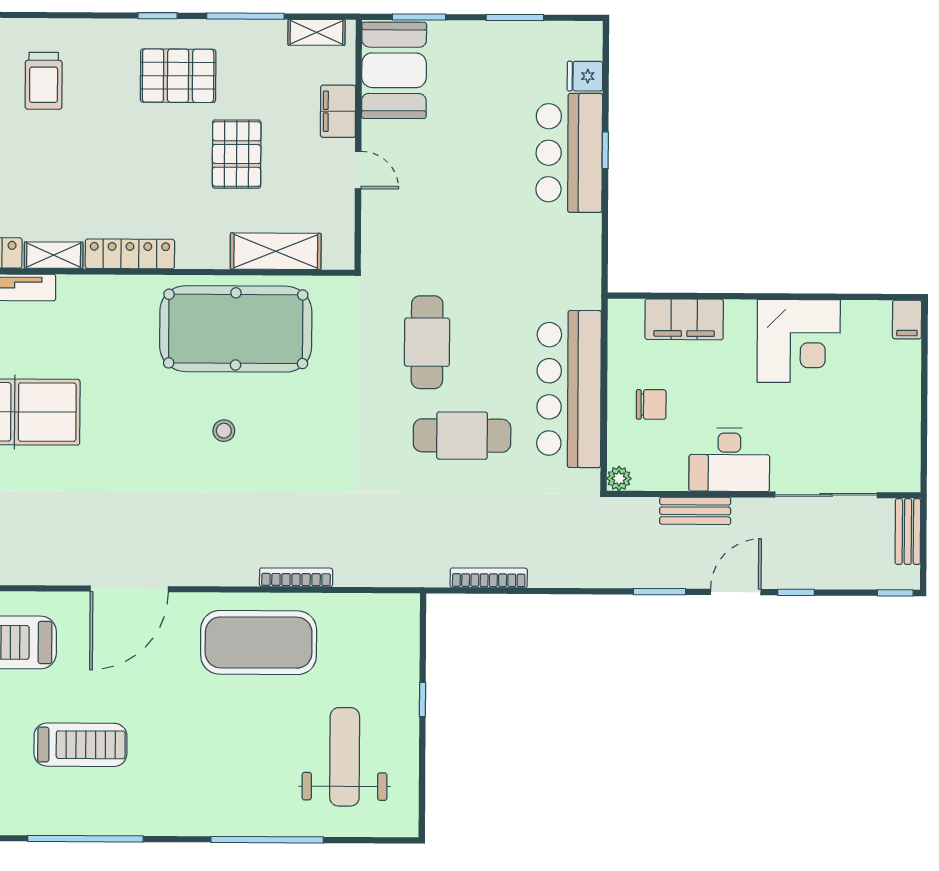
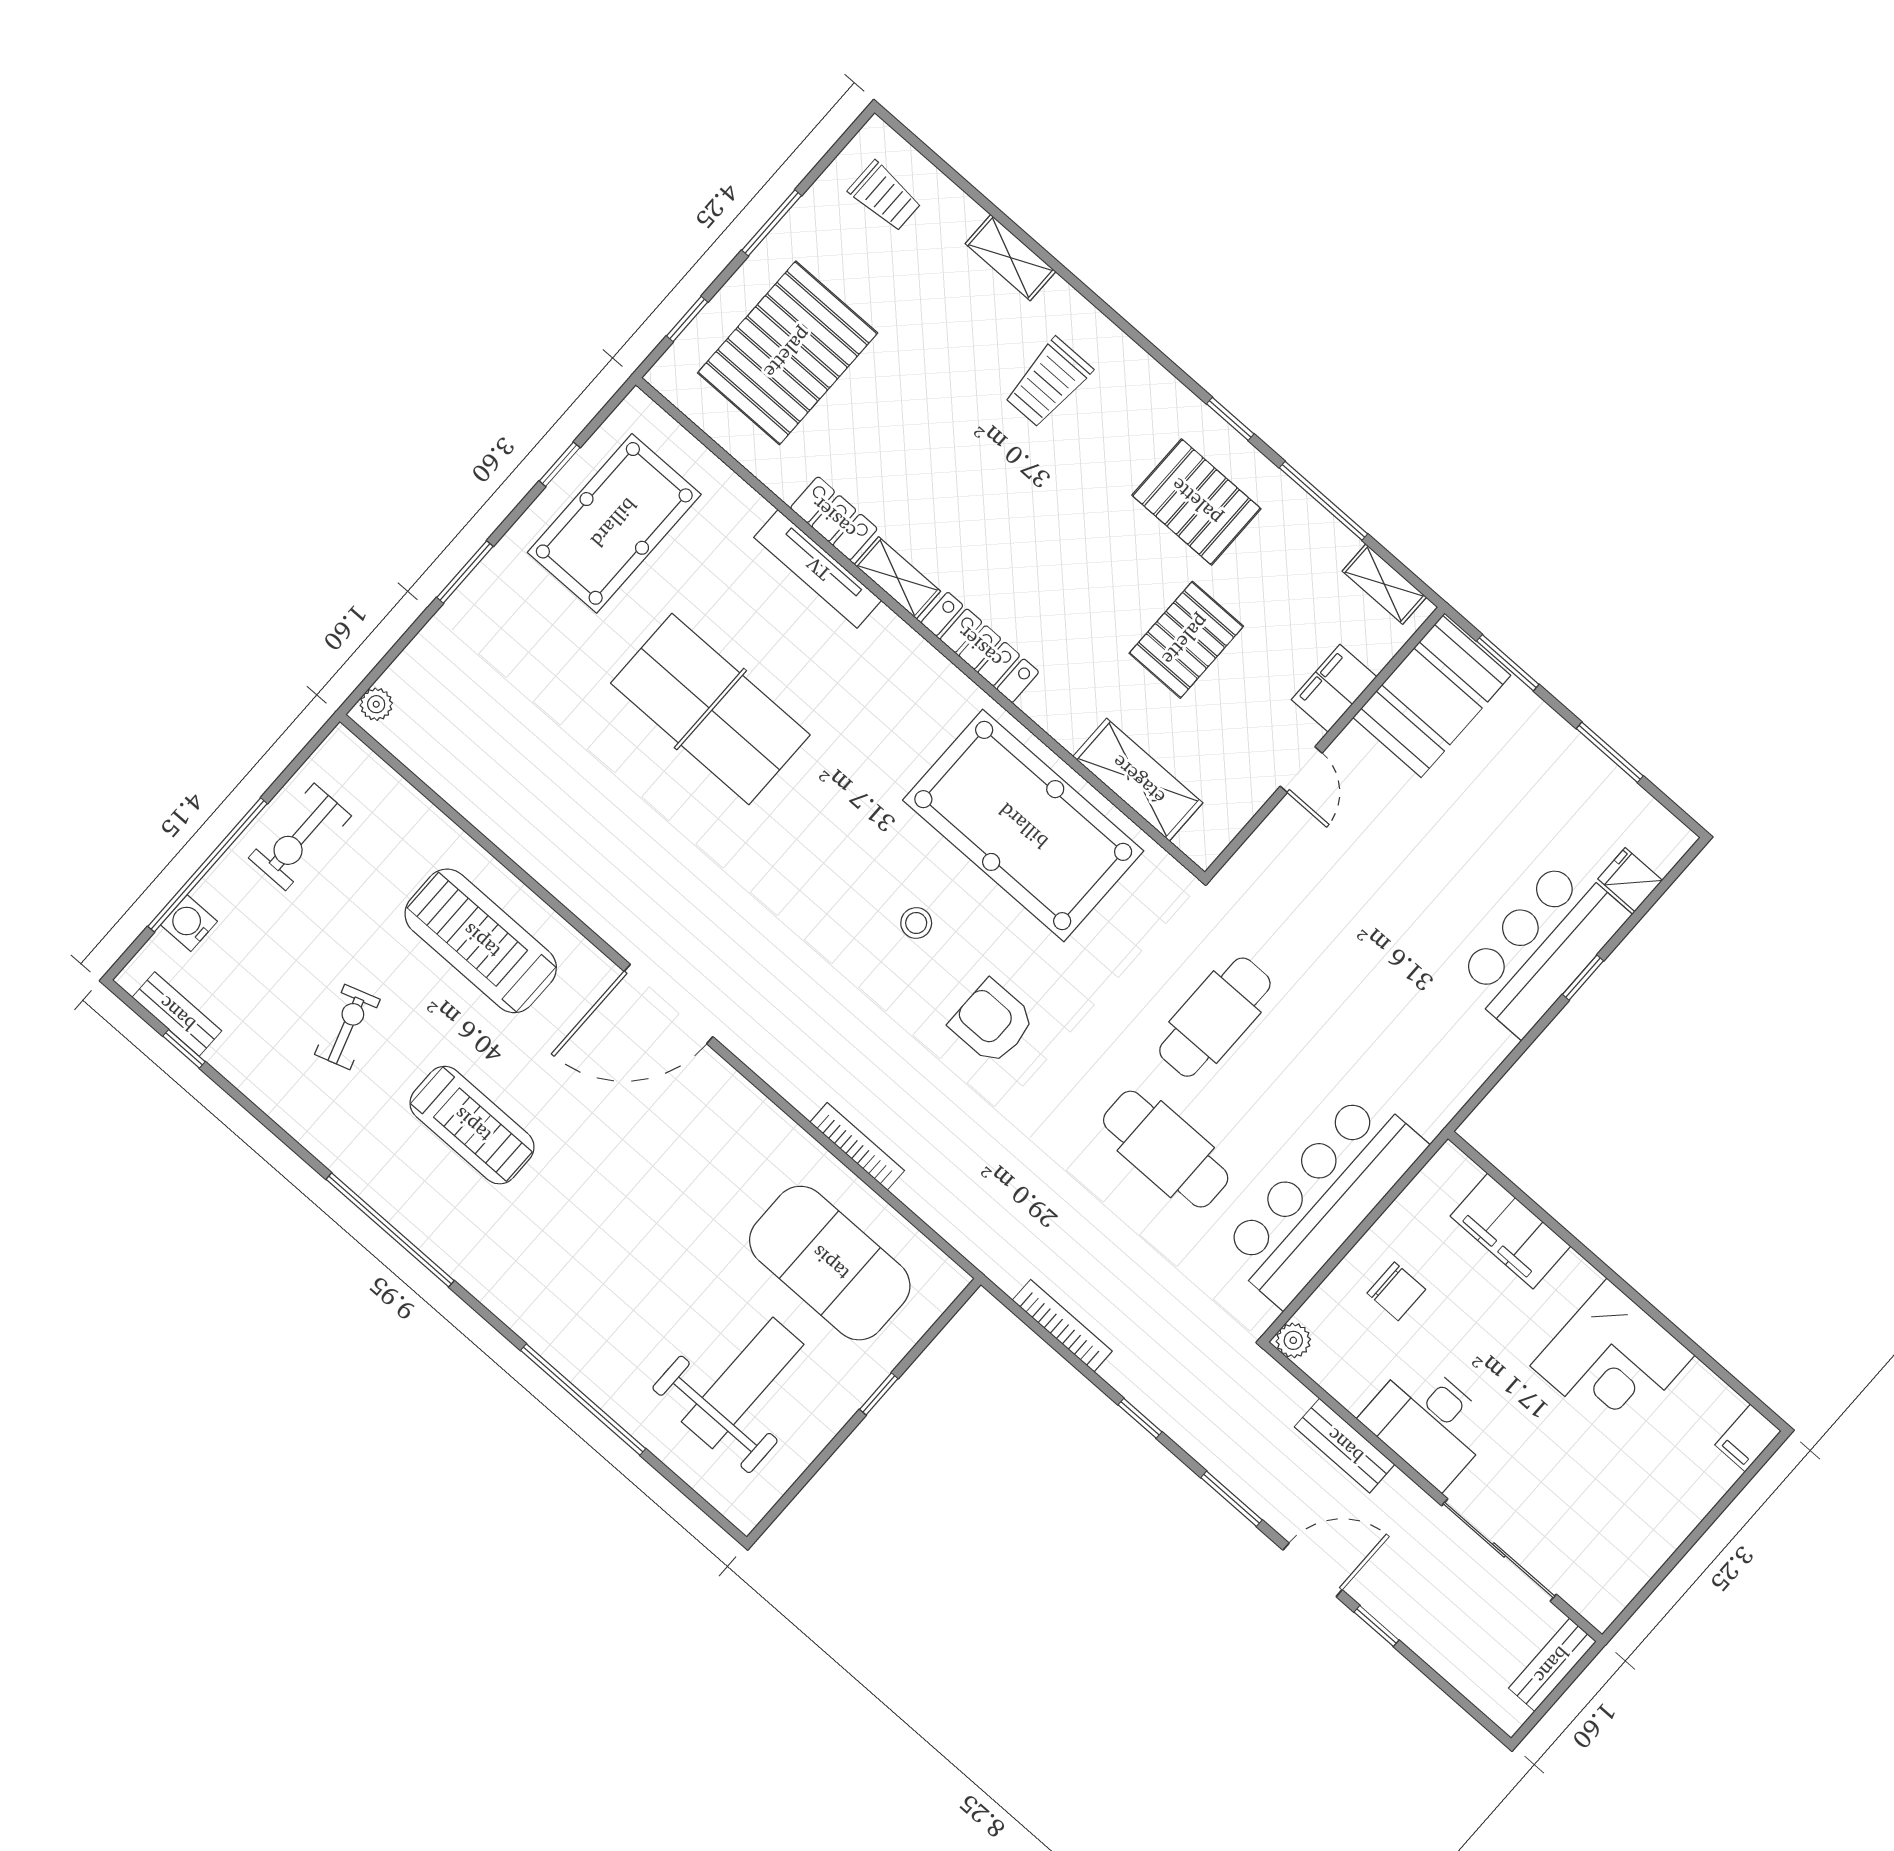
armchair: (310, 448) -> (992, 1022), added
window: (895, 593) -> (1140, 1418), moved
exercise mat: (259, 643) -> (830, 1263), moved

